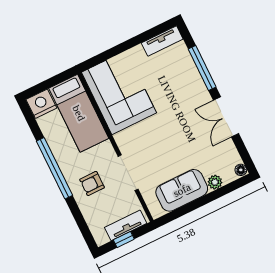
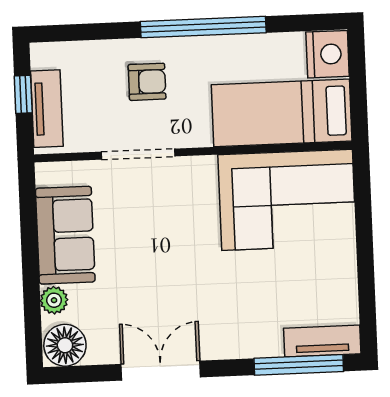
tv unit: (162, 41) -> (322, 341), moved, turned 90
window: (202, 68) -> (299, 365), moved
floor lamp: (241, 170) -> (65, 345), width x1.89, depth x1.89
armchair: (92, 183) -> (147, 82), turned 90

